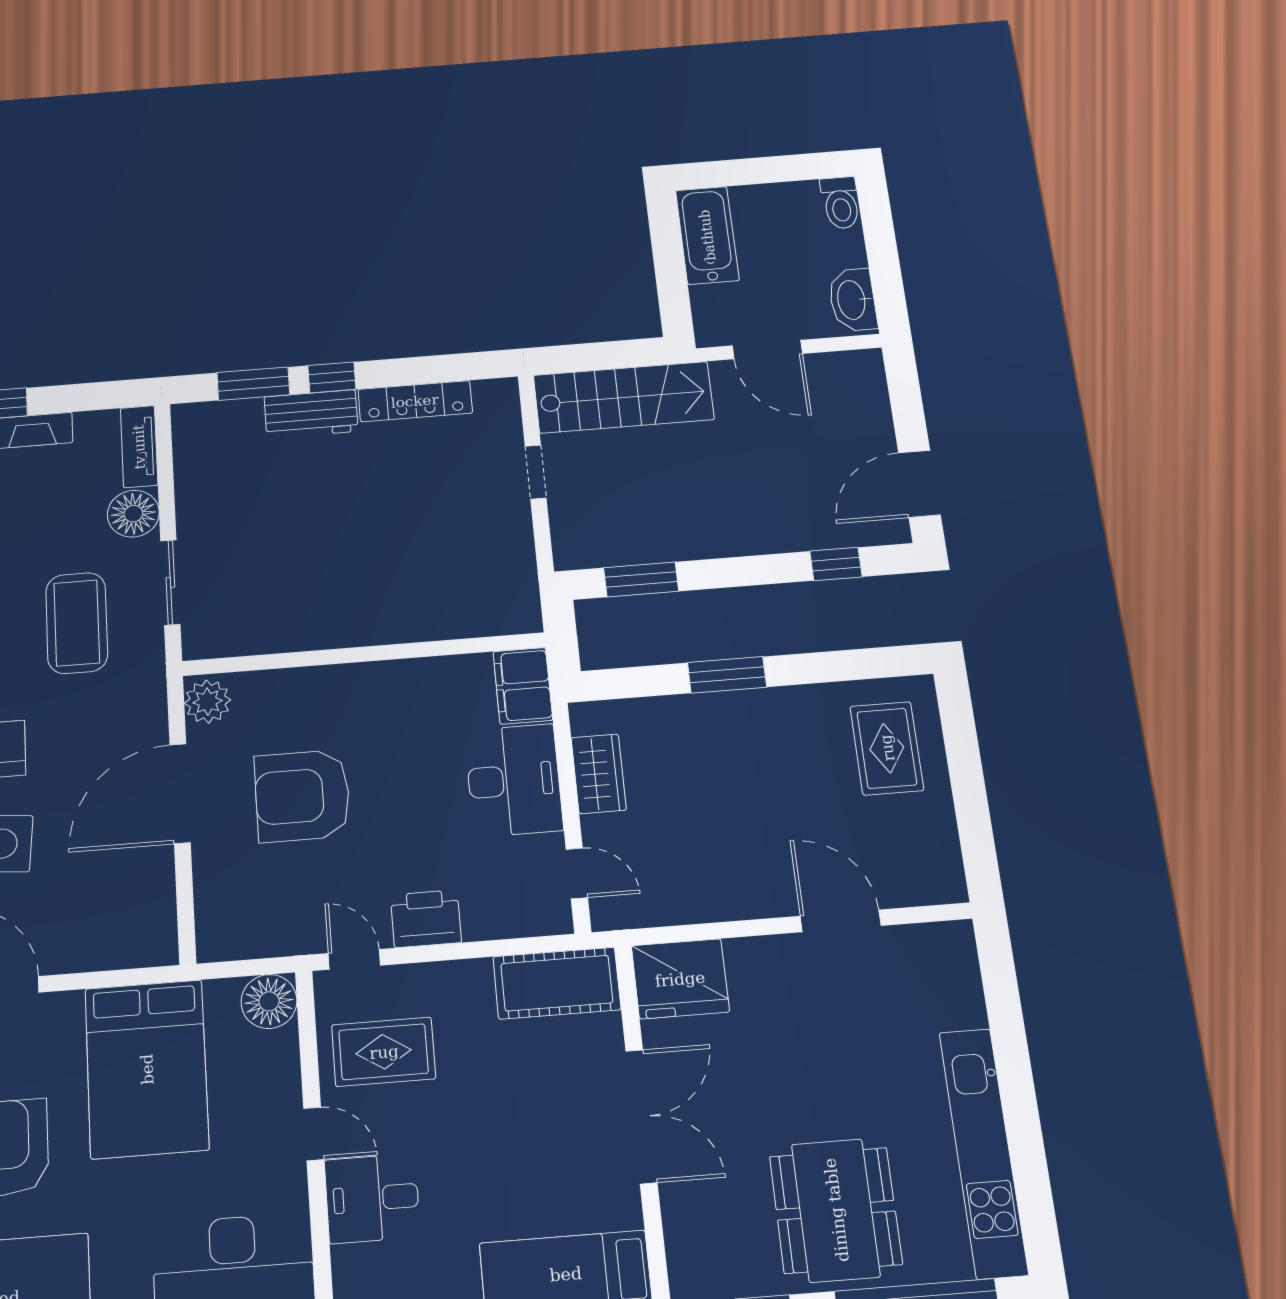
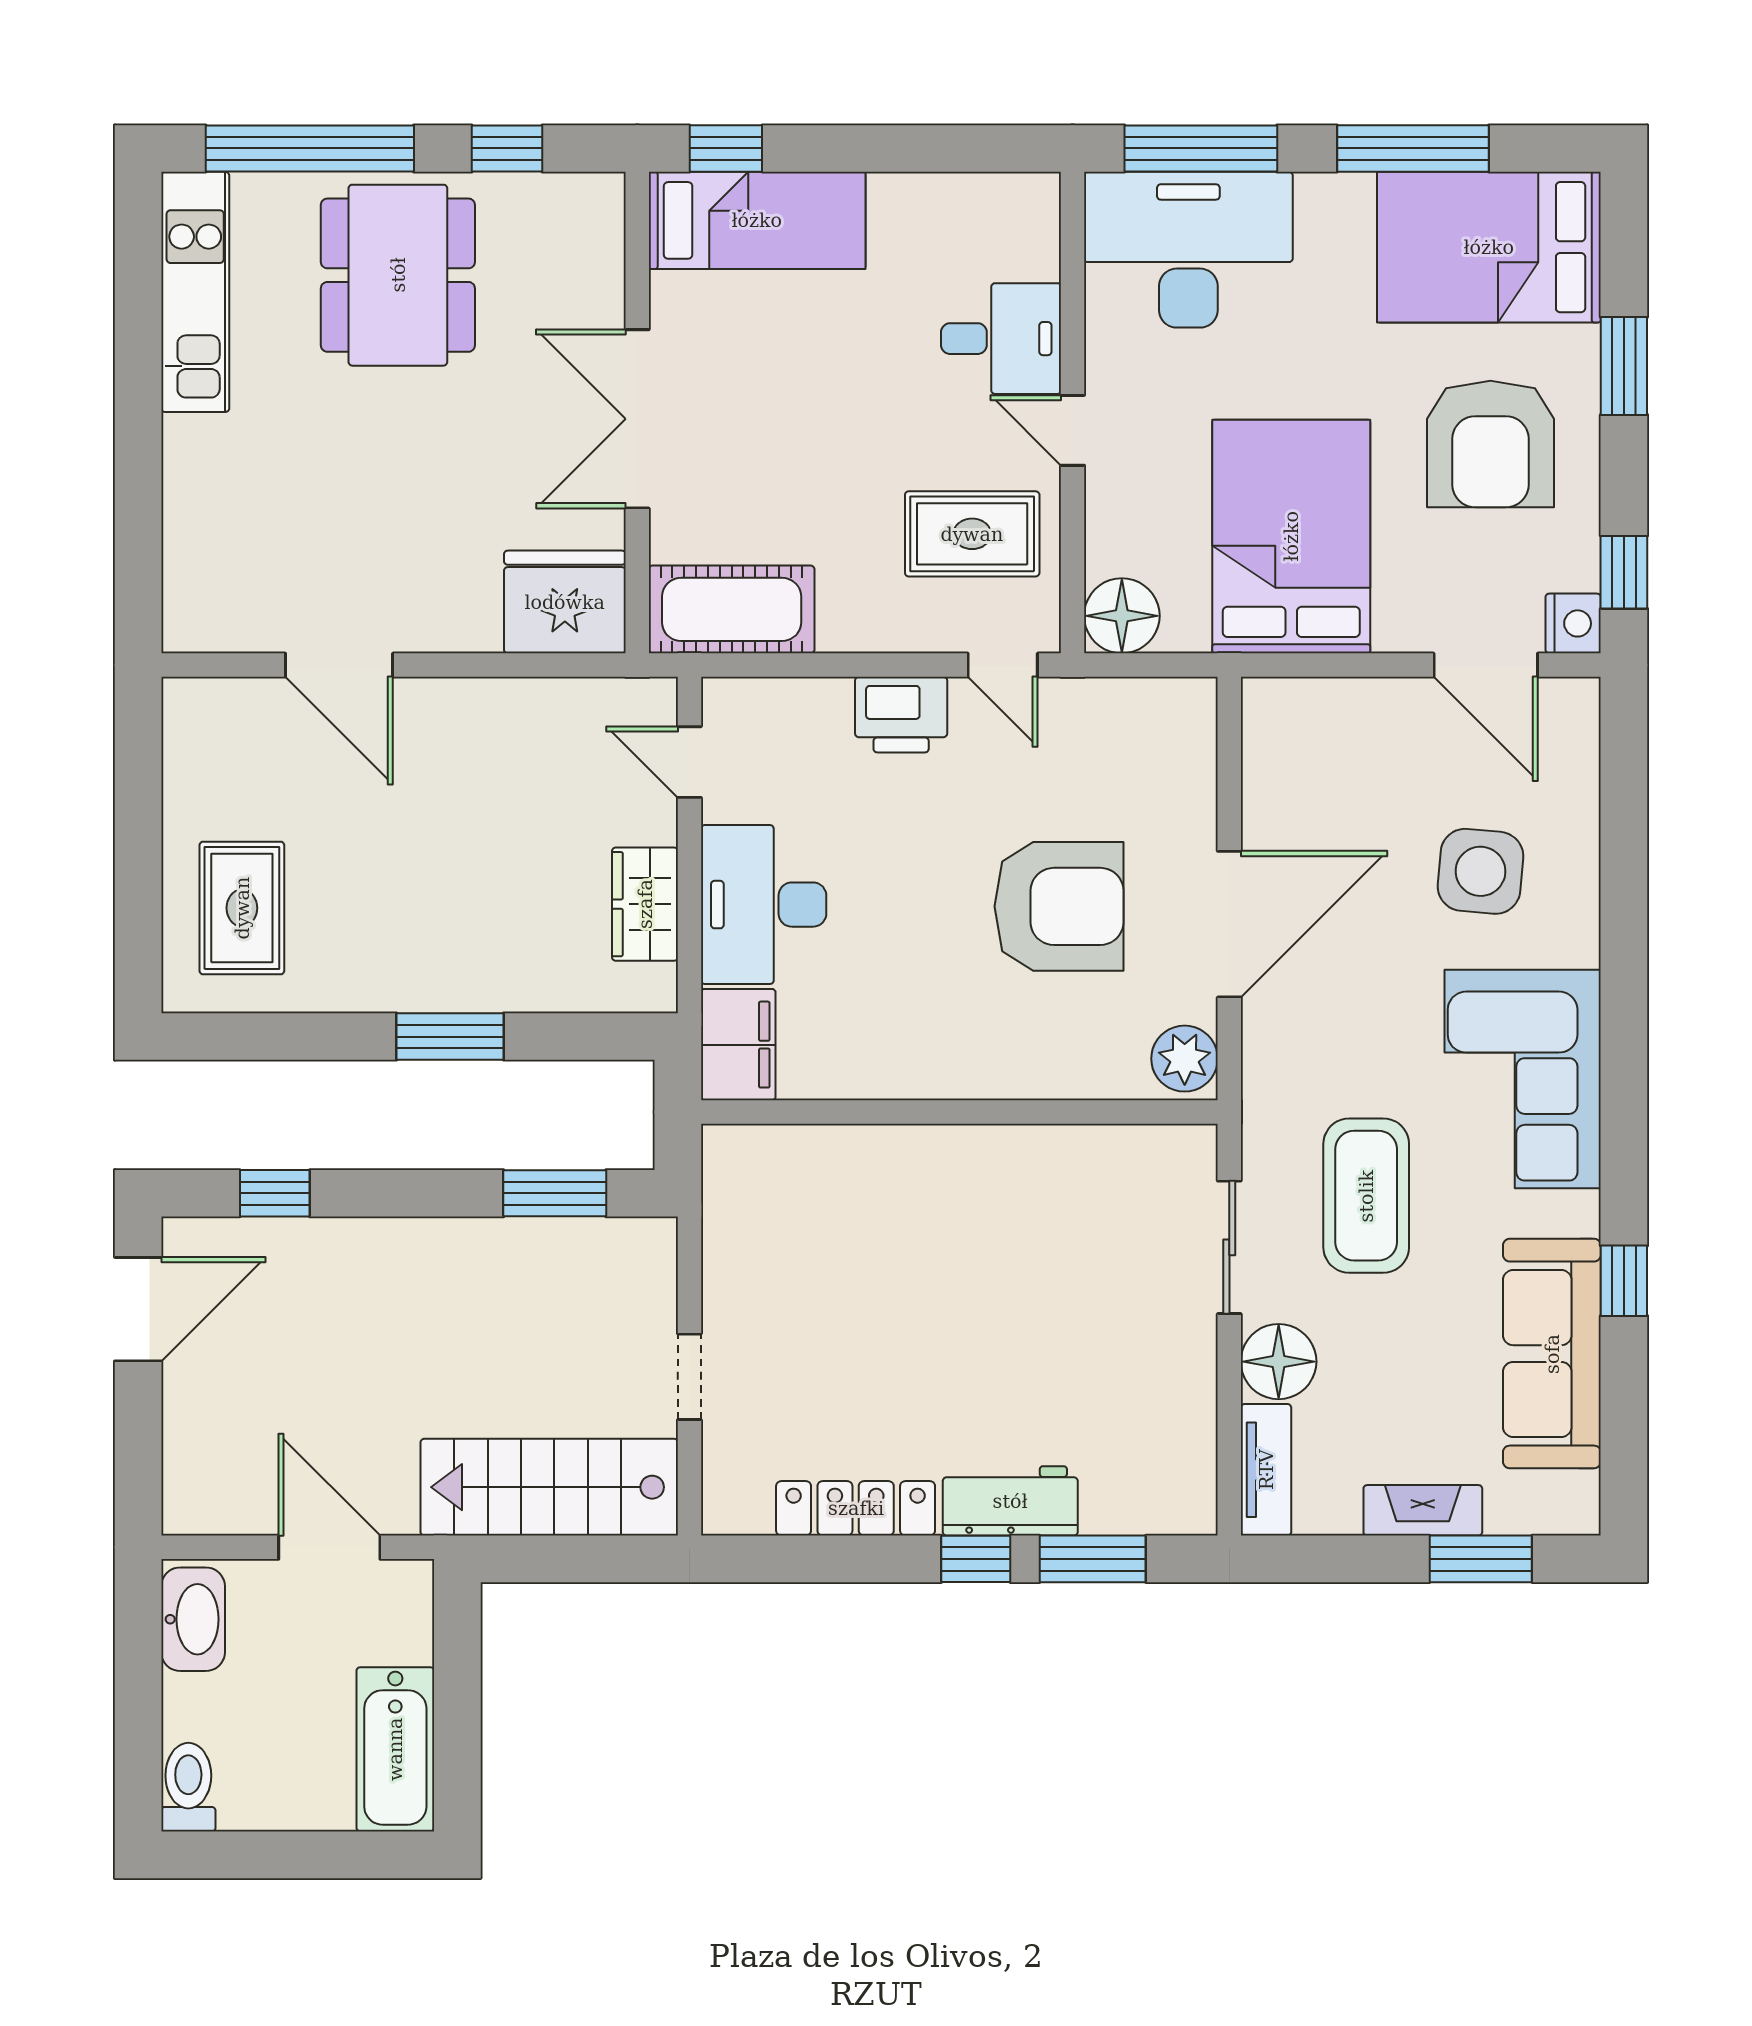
kitchen unit: (983, 1152) -> (195, 292), width x0.73

